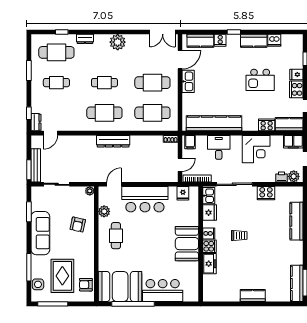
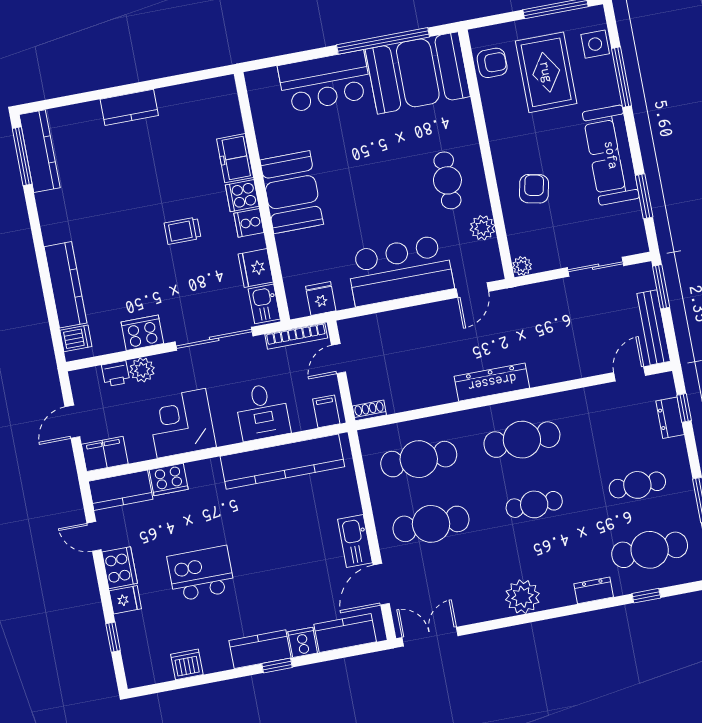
kitchen counter: (254, 41) -> (260, 649), moved
dresser: (36, 122) -> (670, 418), moved
bench: (36, 165) -> (654, 327), moved
plant: (294, 176) -> (142, 370), moved
dishwasher: (296, 196) -> (76, 338), added

